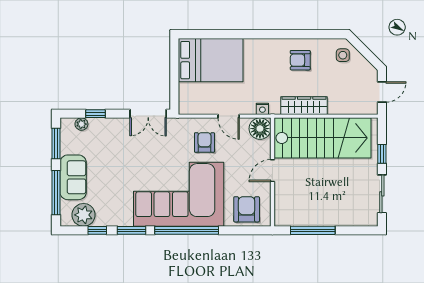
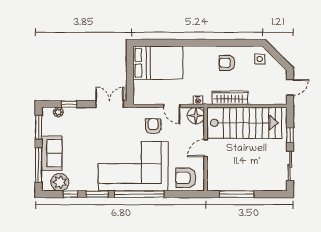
double door: (148, 114) -> (110, 104), swing flipped
armchair: (247, 209) -> (186, 178), turned -90

